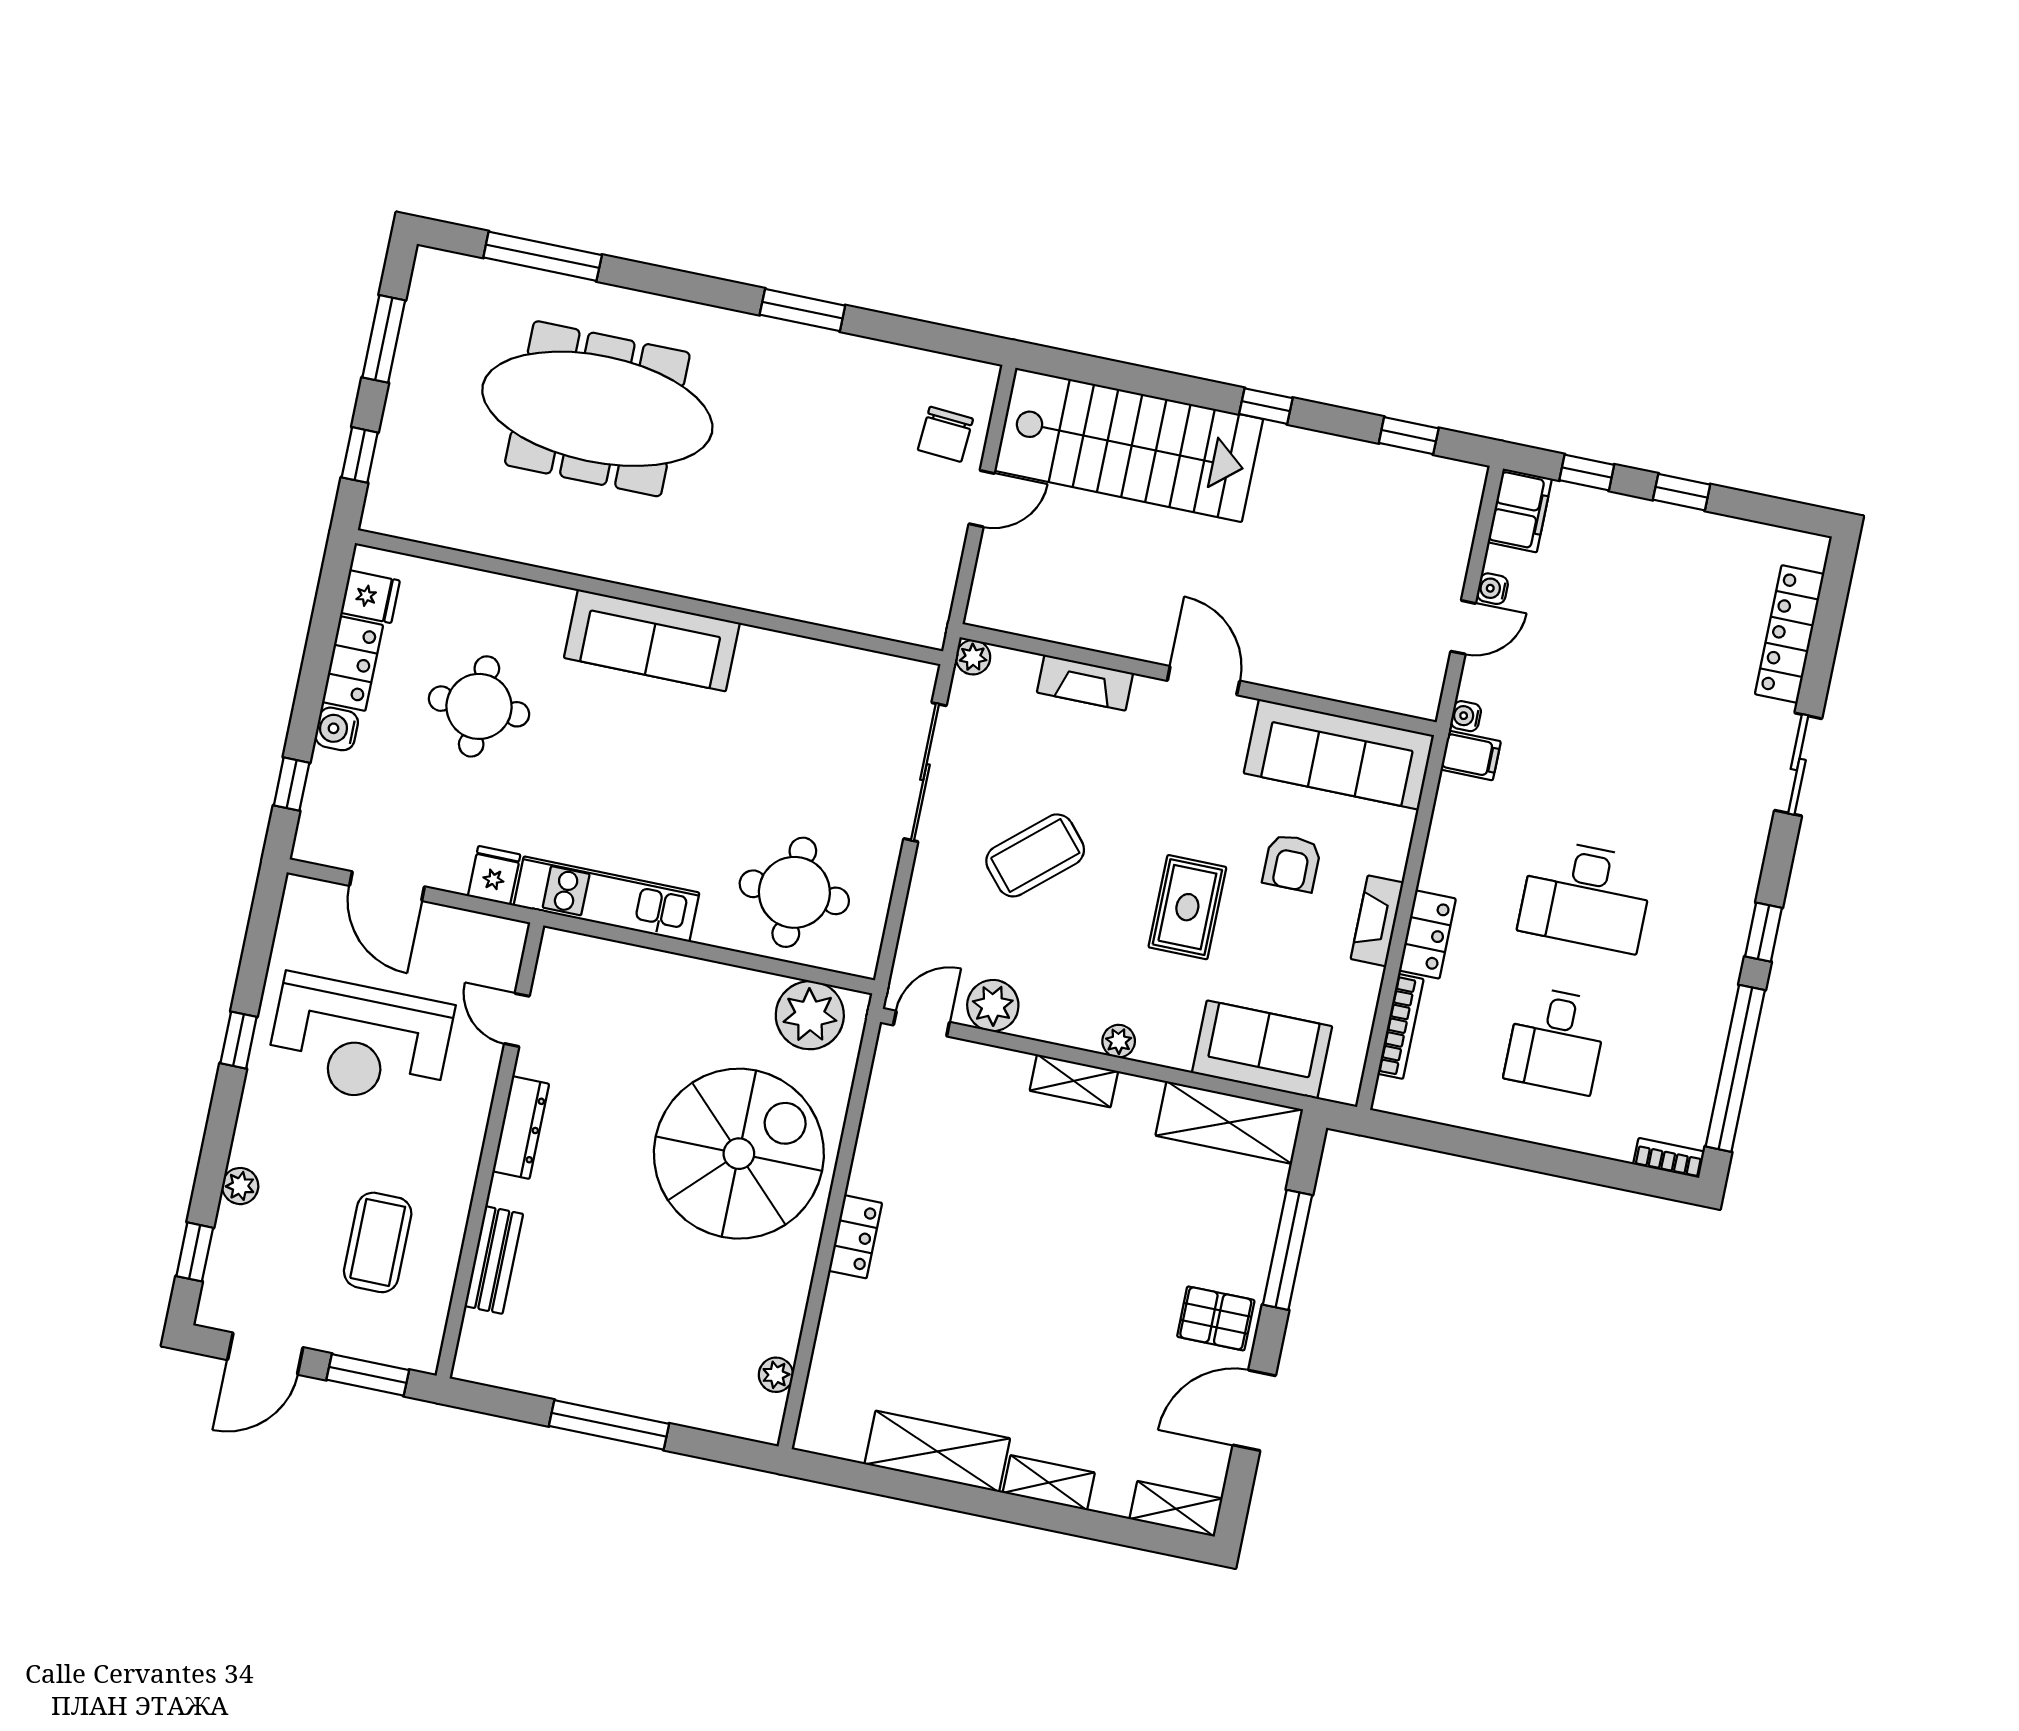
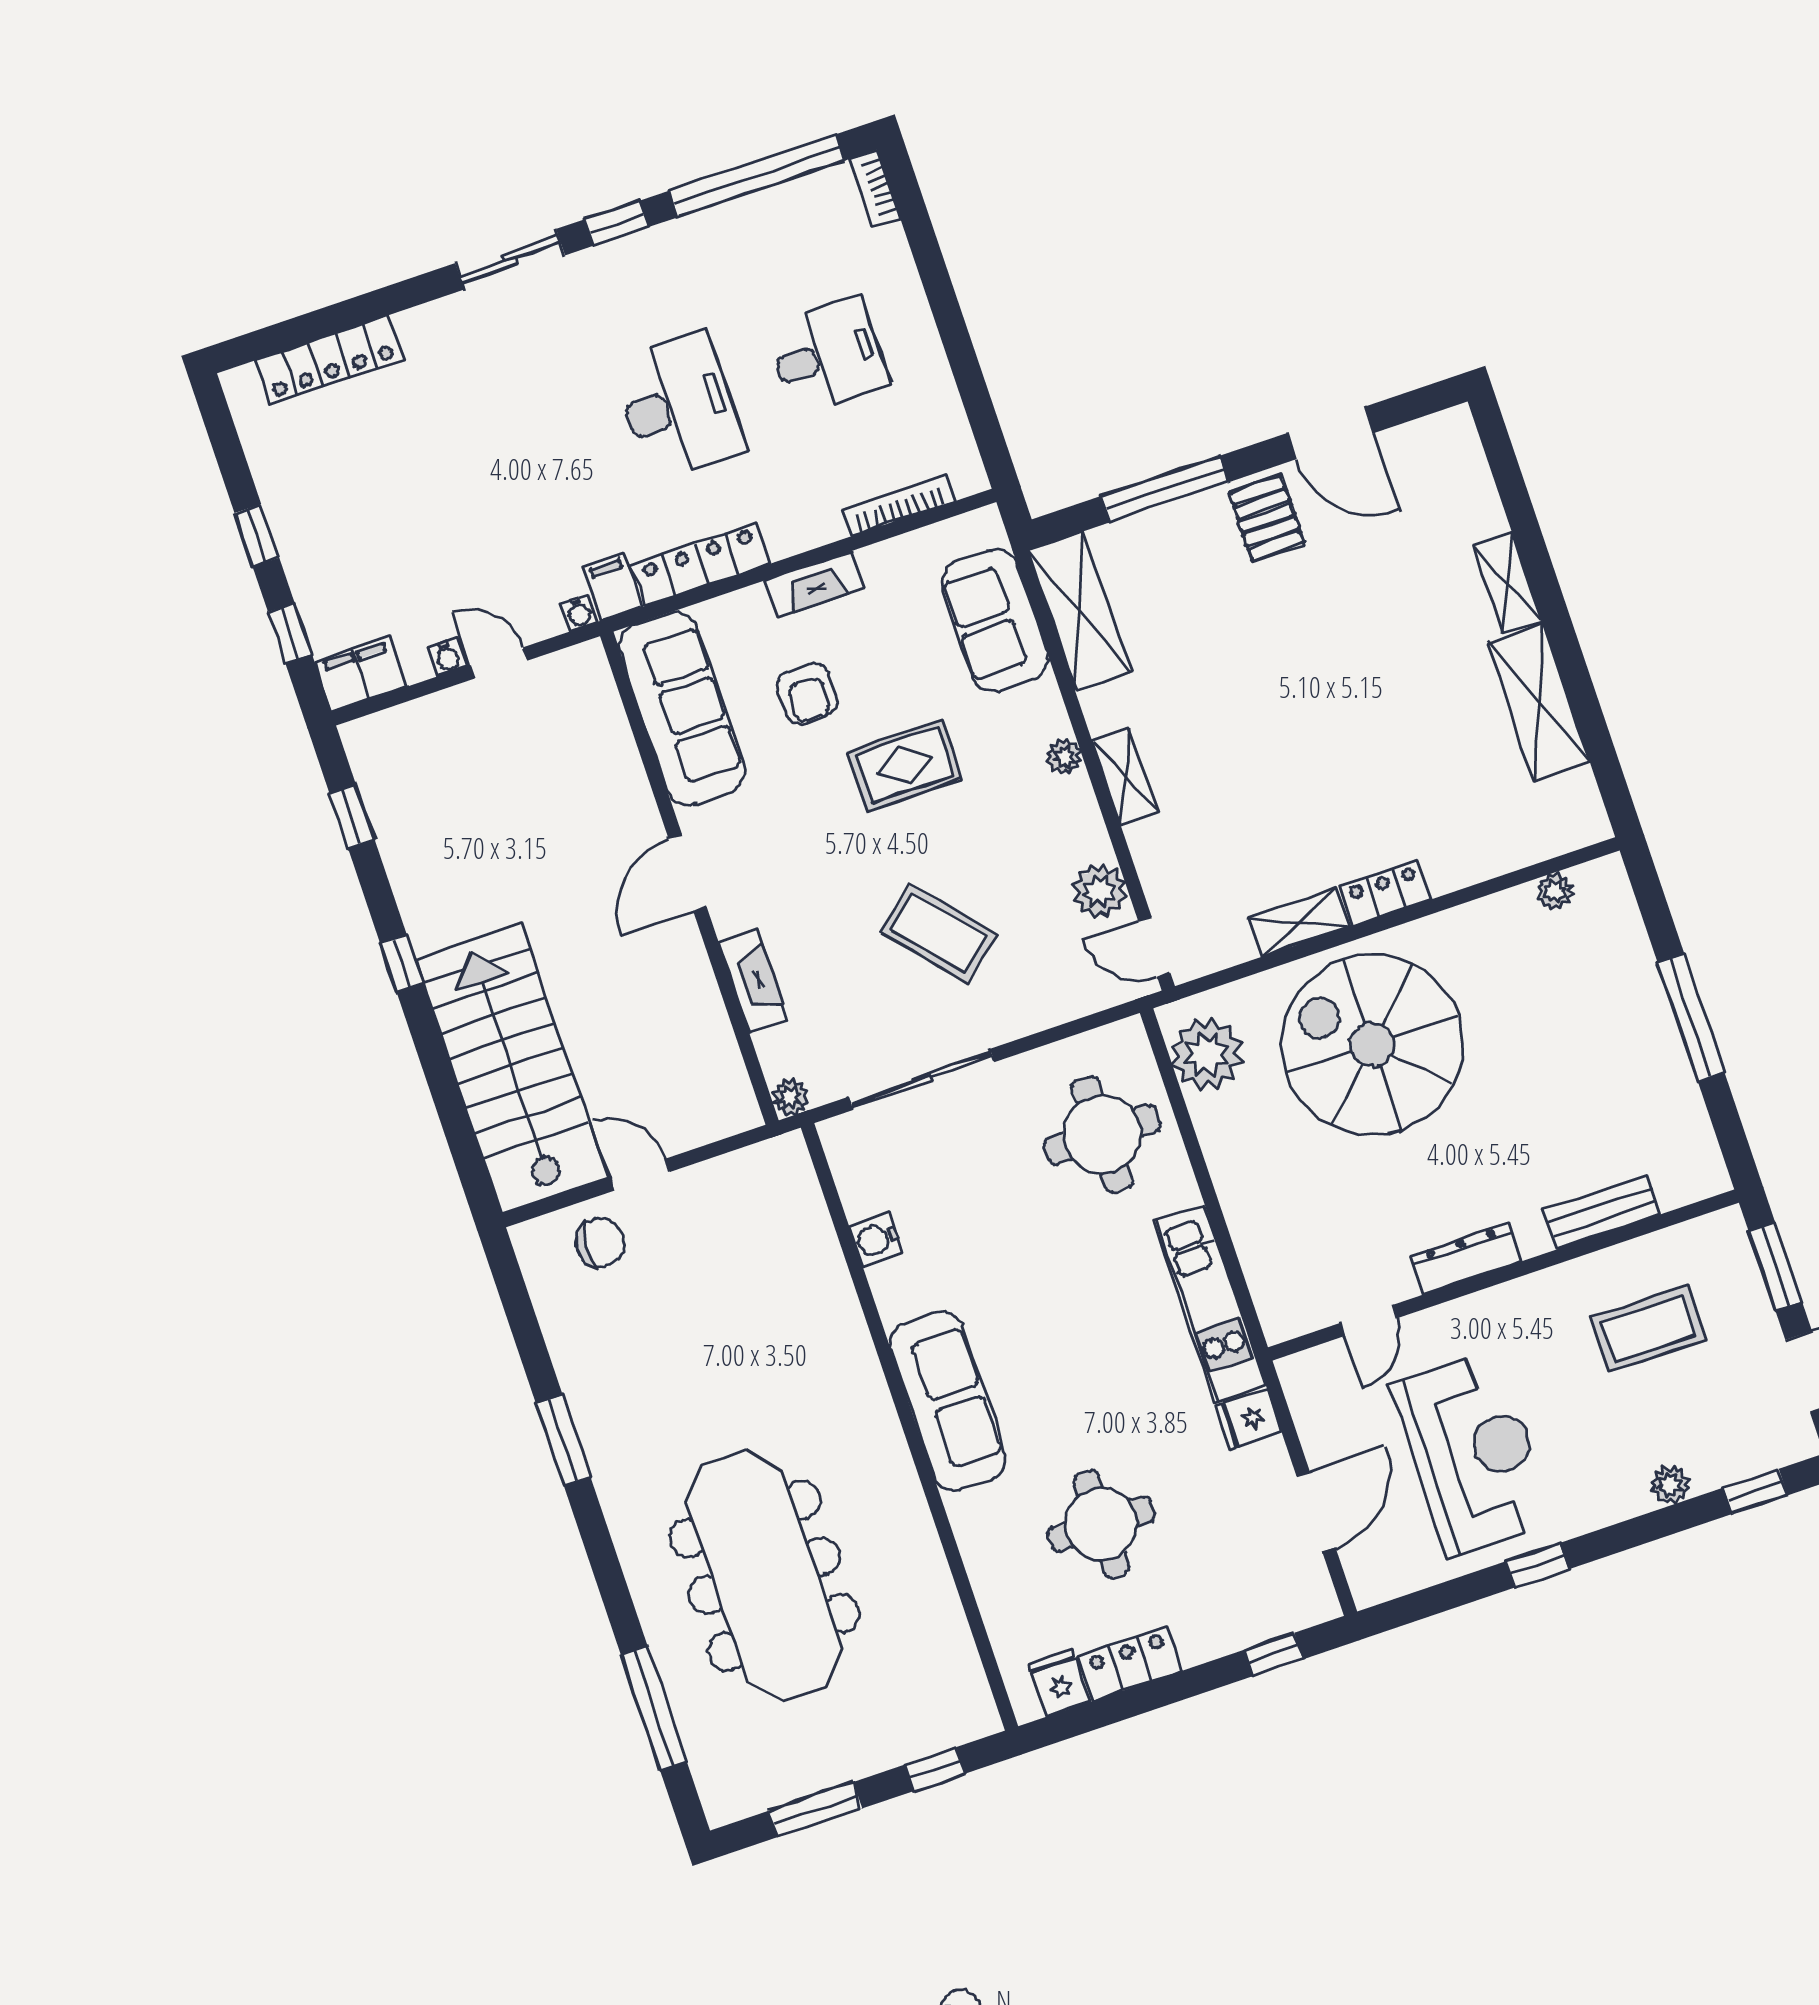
water cooler: (337, 729) -> (876, 1239), moved, turned 90
sliding door: (1798, 764) -> (510, 259), moved
armchair: (1292, 863) -> (807, 694), turned 90
locker: (1427, 934) -> (701, 564), moved, width x1.53
shelving: (1176, 1509) -> (1299, 922), moved, turned 90

